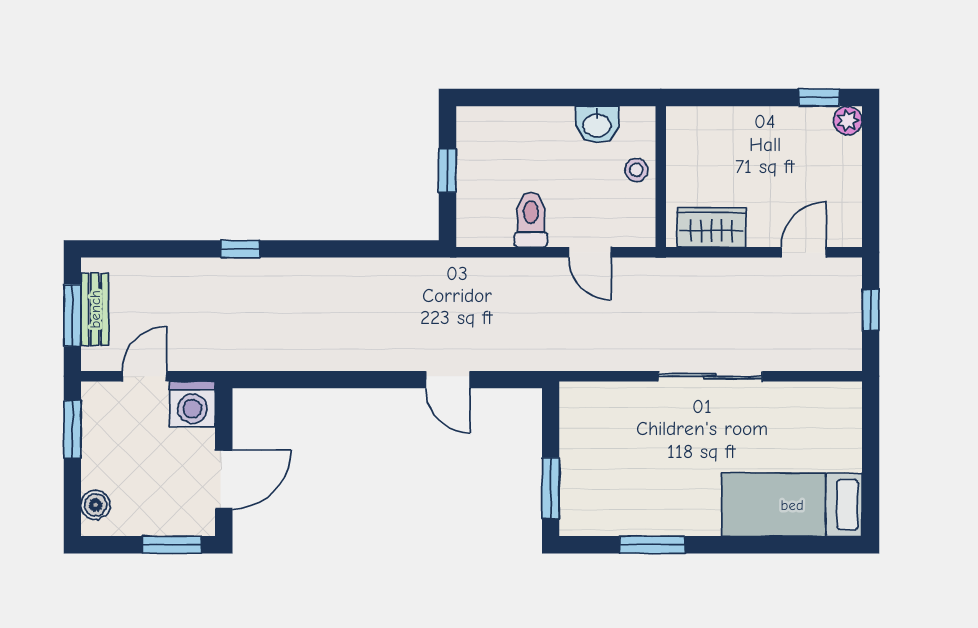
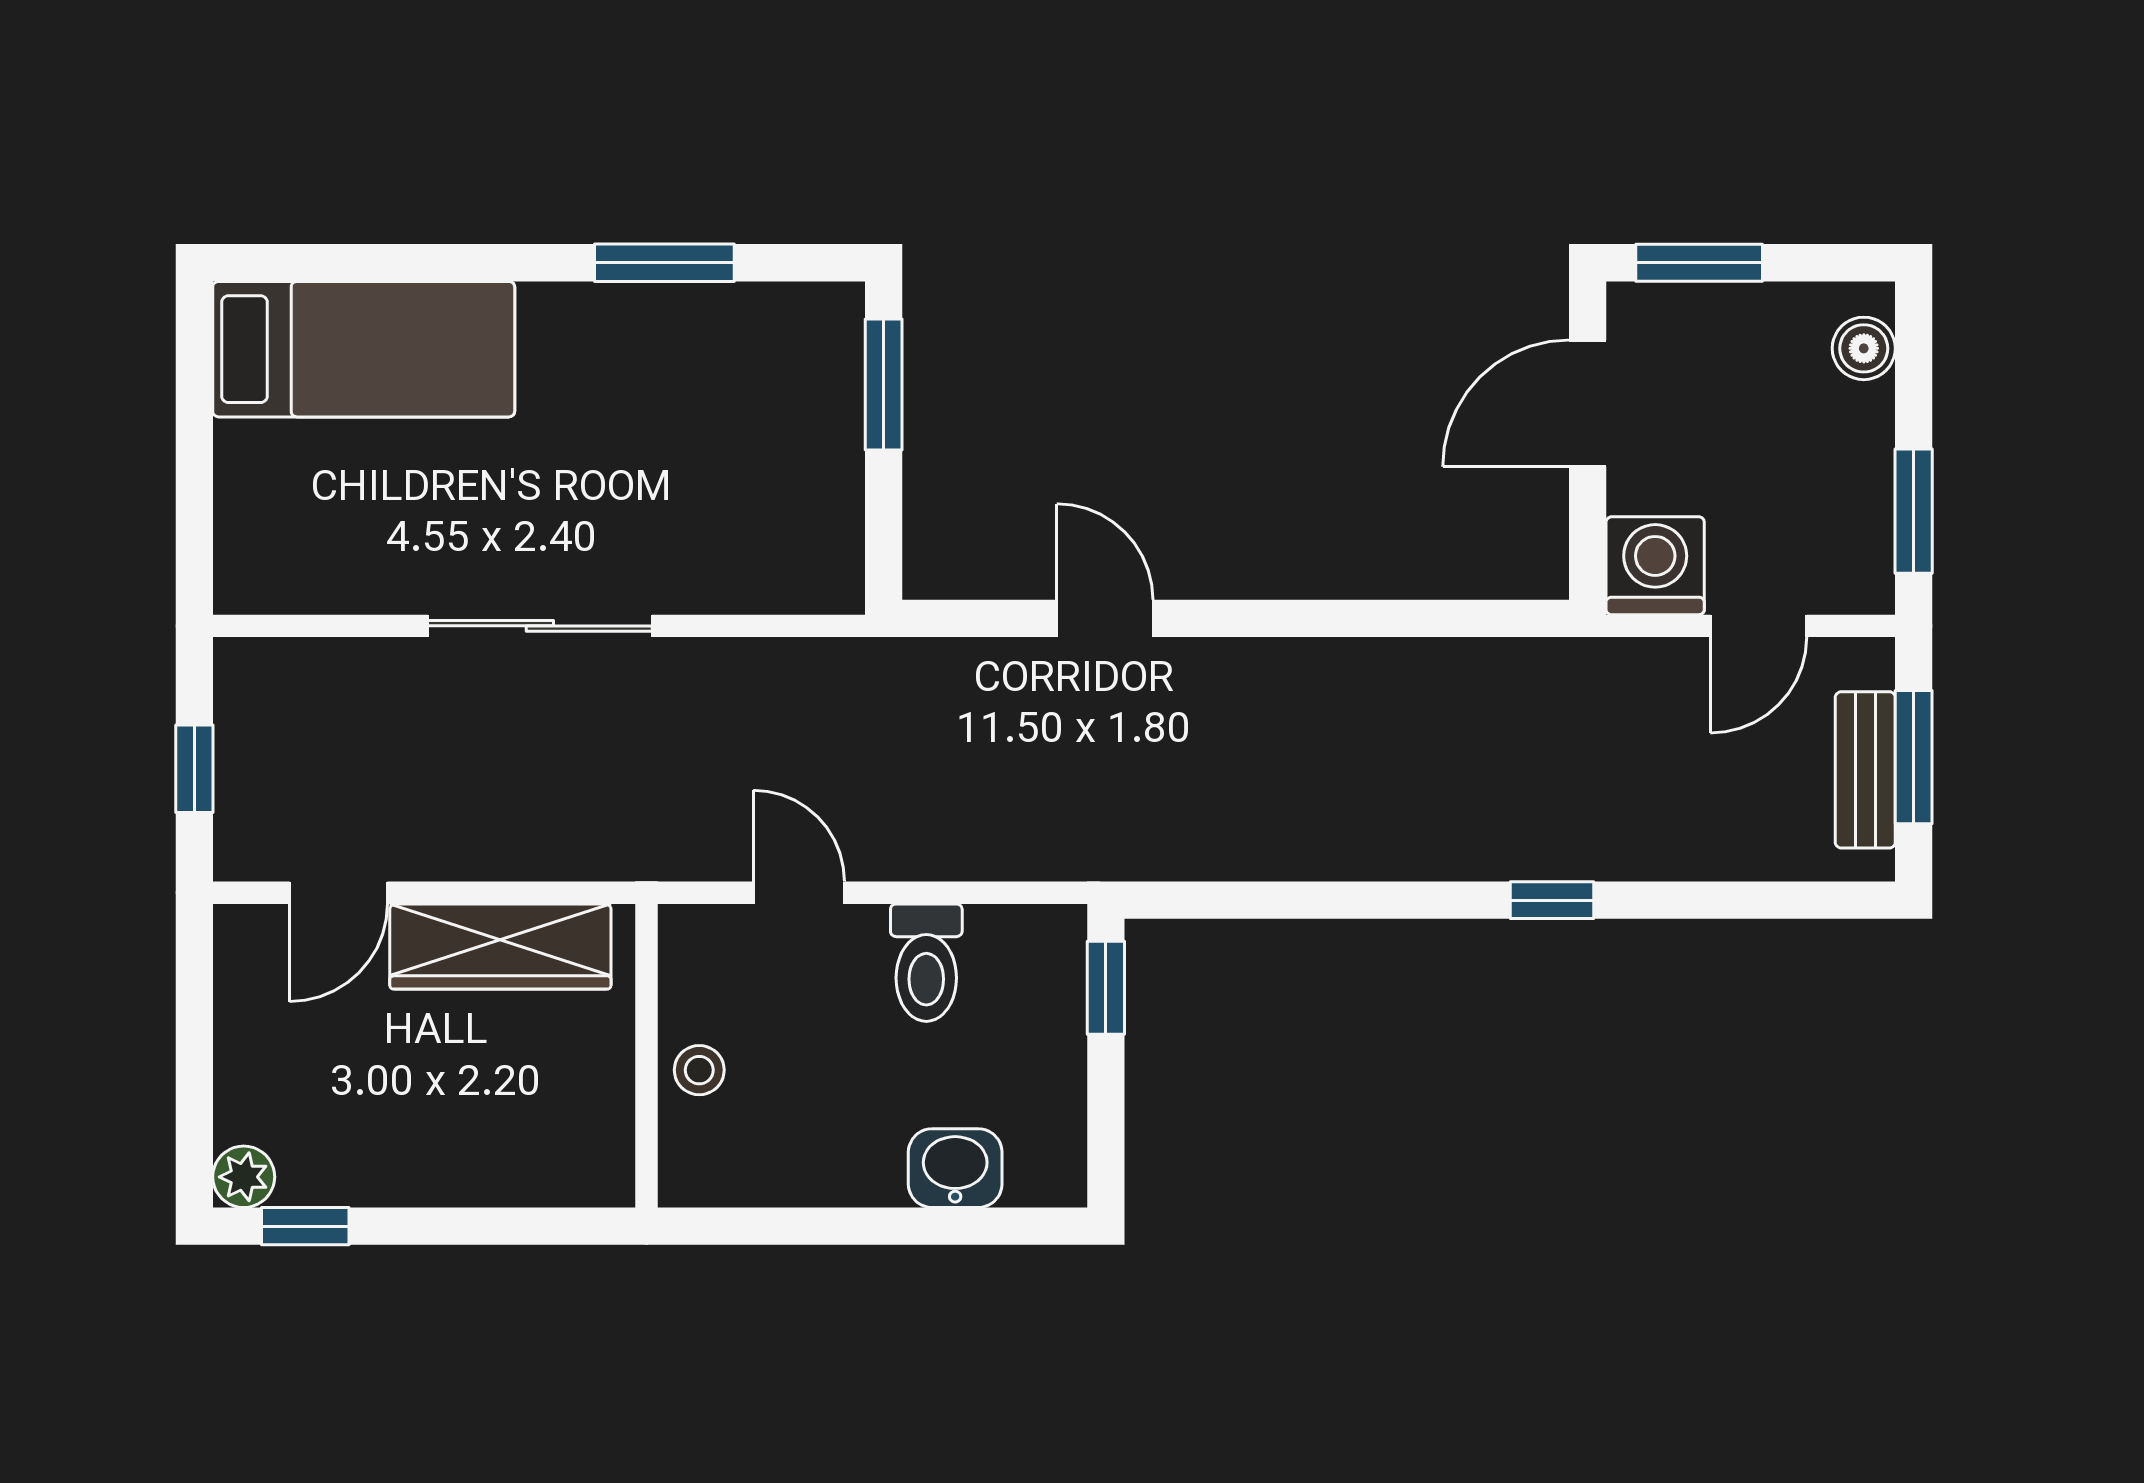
washbasin: (597, 124) -> (955, 1168), moved
window: (447, 171) -> (1106, 988), moved
wardrobe: (711, 227) -> (500, 947), width x1.50

